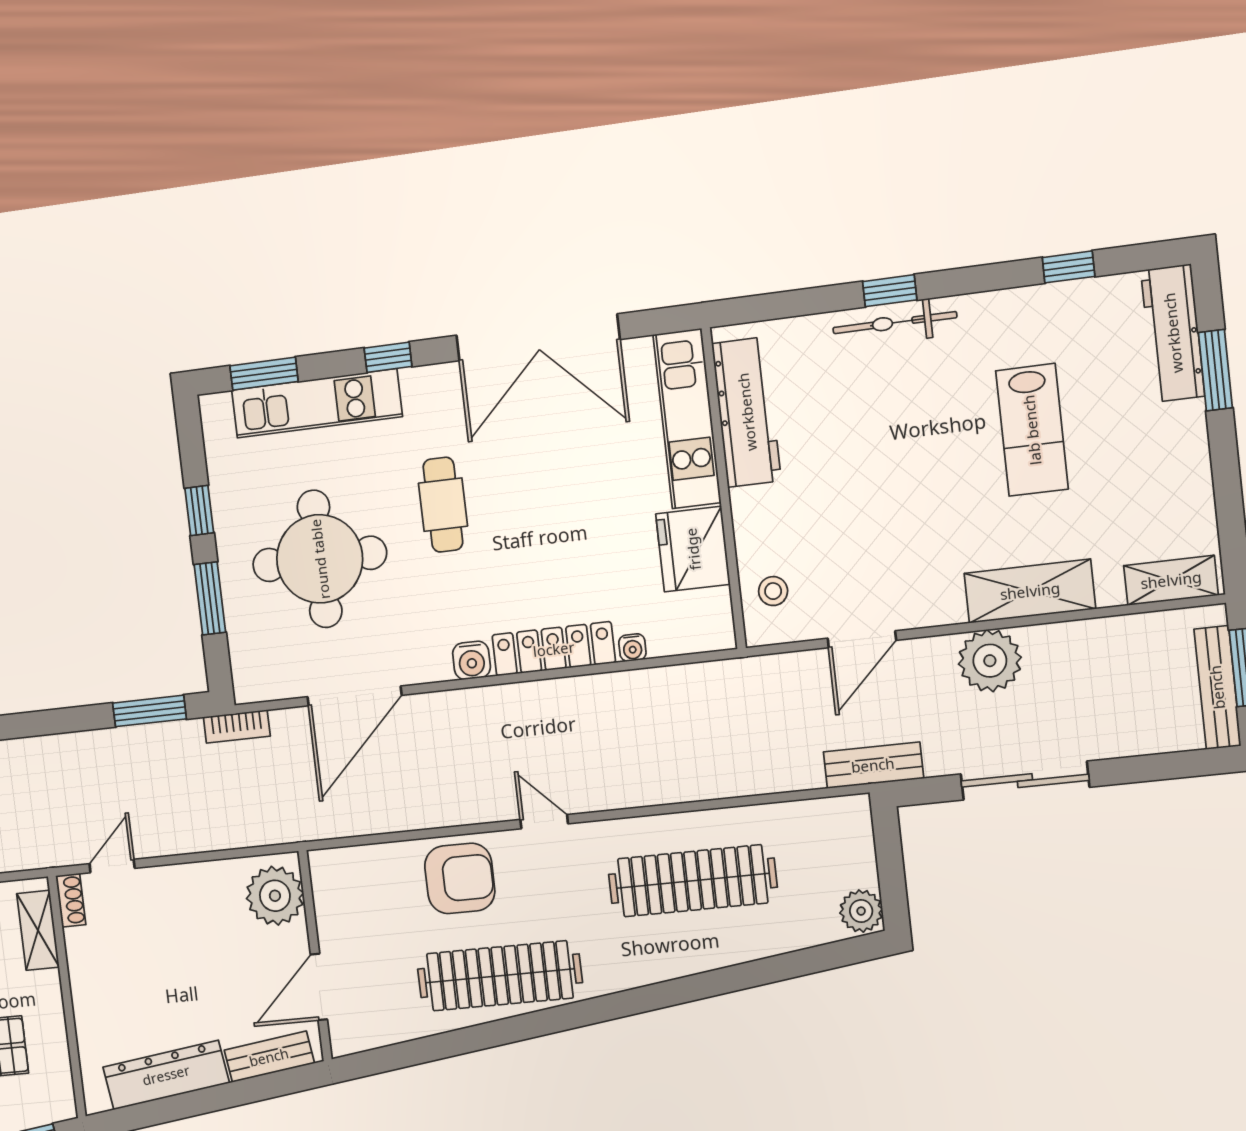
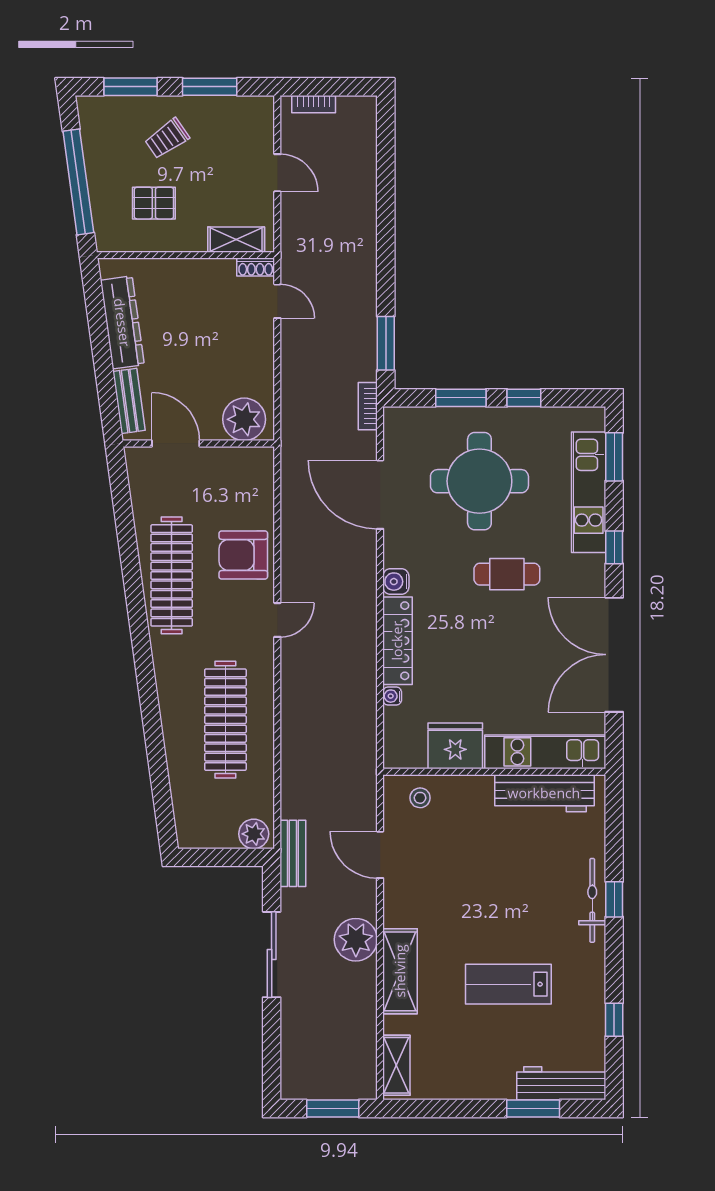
bench: (1217, 687) -> (321, 1088), removed
armchair: (460, 878) -> (243, 555), turned 90
plant: (861, 911) -> (254, 834), moved

